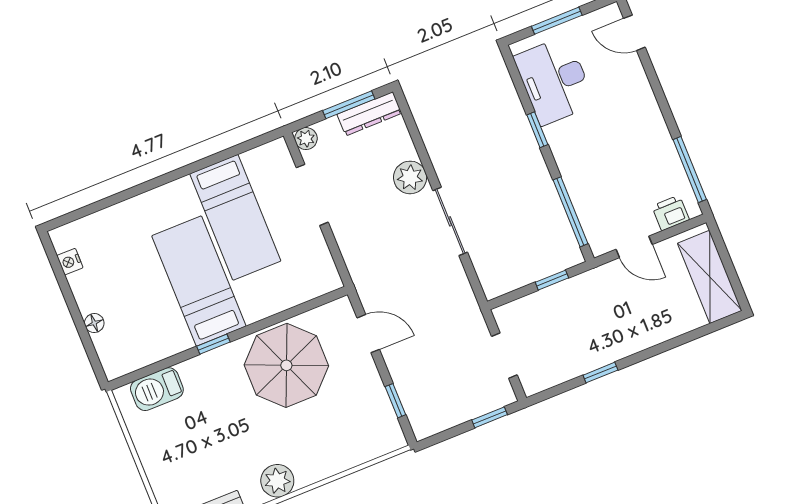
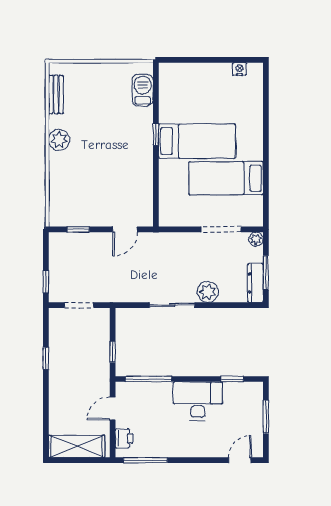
desk: (554, 81) -> (198, 401), moved
window: (537, 130) -> (232, 379), moved
floor lamp: (94, 323) -> (197, 69), removed
parasol: (286, 365) -> (126, 173), removed

